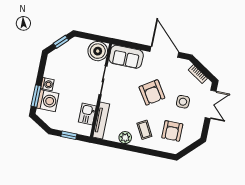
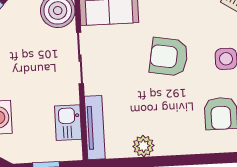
armchair: (152, 92) -> (169, 57), turned 133
coffee table: (144, 130) -> (173, 124), removed

